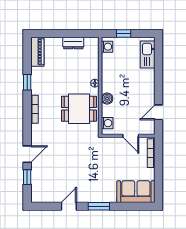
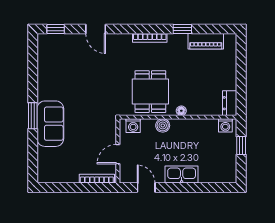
dresser: (73, 43) -> (230, 103), moved
piano: (37, 52) -> (206, 41), moved
kitchen sink: (148, 54) -> (182, 175), moved
window: (27, 177) -> (56, 29), moved
sofa: (136, 192) -> (50, 124), moved
door: (69, 206) -> (33, 79), removed

